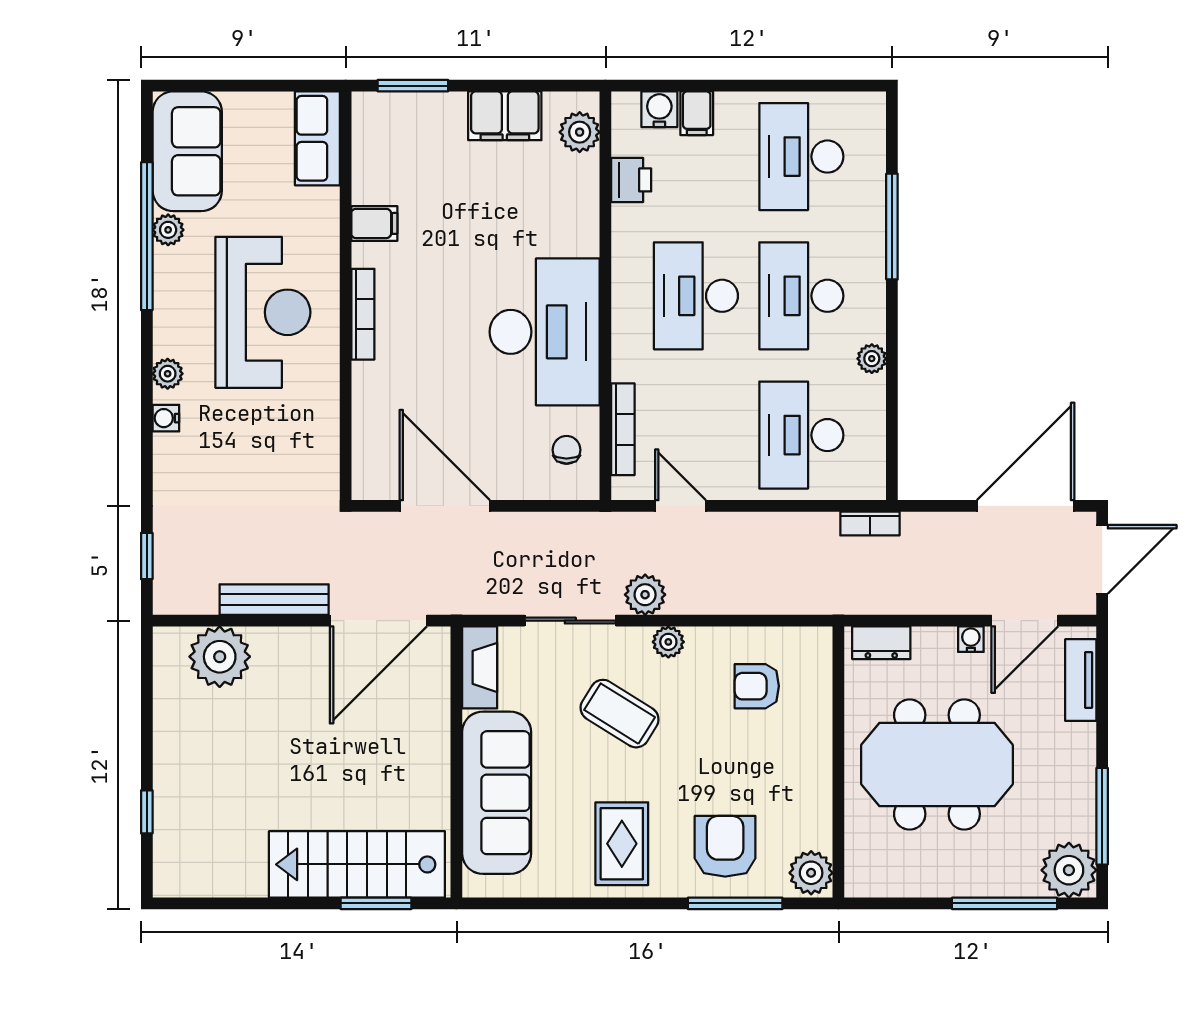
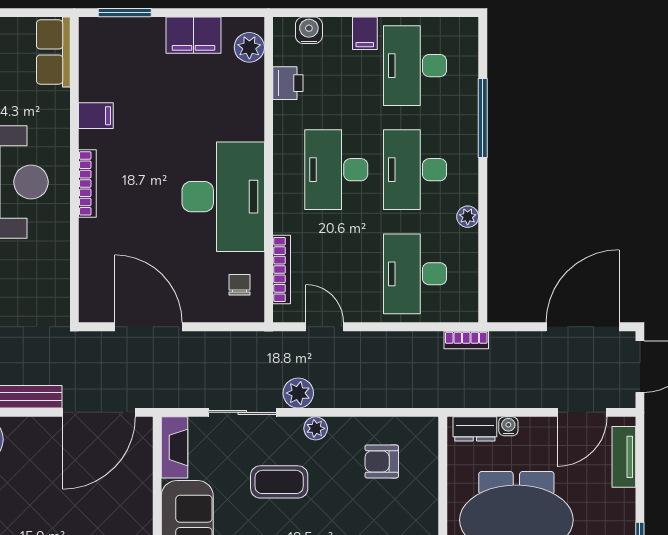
filing cabinet: (697, 113) -> (365, 33), moved
water cooler: (971, 639) -> (508, 426), moved
coffee table: (620, 714) -> (279, 482), turned -32

